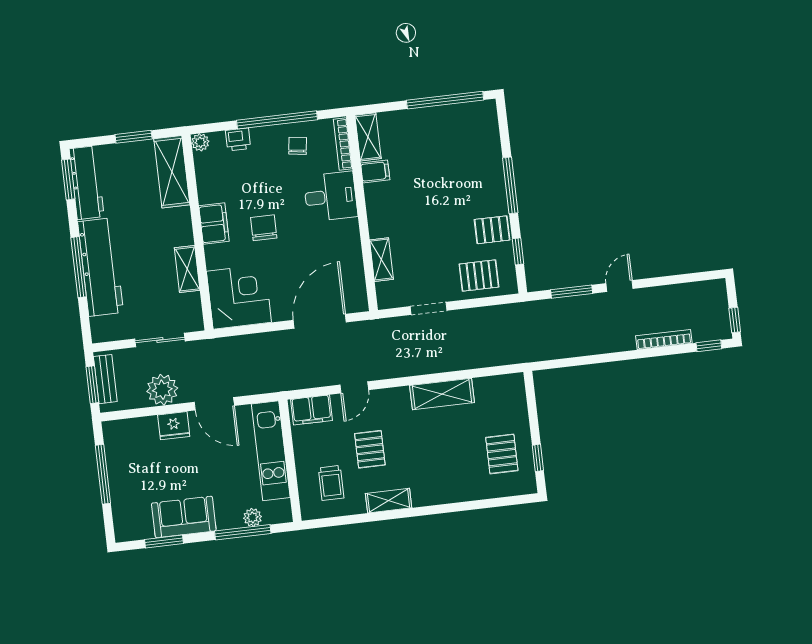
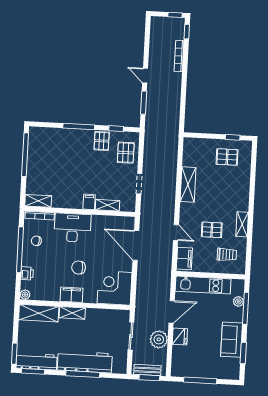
window: (134, 137) -> (14, 354), moved
filing cabinet: (375, 171) -> (89, 202), moved
desk: (331, 196) -> (72, 228), width x1.37
shelving: (187, 269) -> (72, 313), moved

